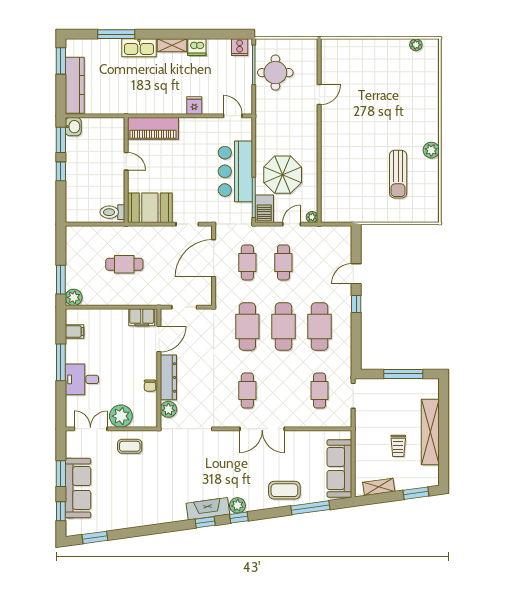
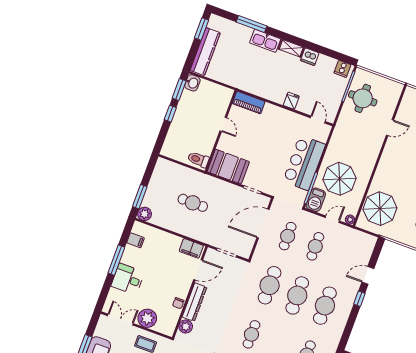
piano: (153, 128) -> (249, 103), width x0.73, depth x0.75
parasol: (342, 192) -> (380, 209), added

